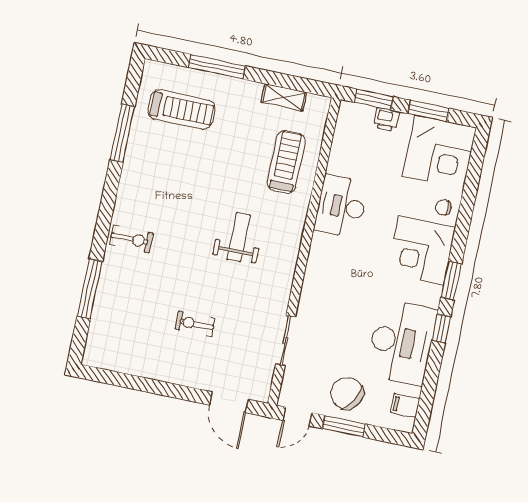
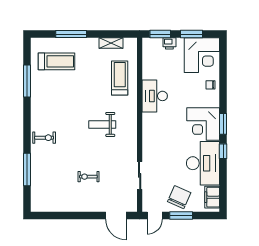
weight bench: (239, 237) -> (102, 124), turned -90
corner desk: (421, 250) -> (203, 124), moved
chair: (347, 393) -> (179, 197), turned 85
filing cabinet: (405, 405) -> (212, 197), width x2.00

